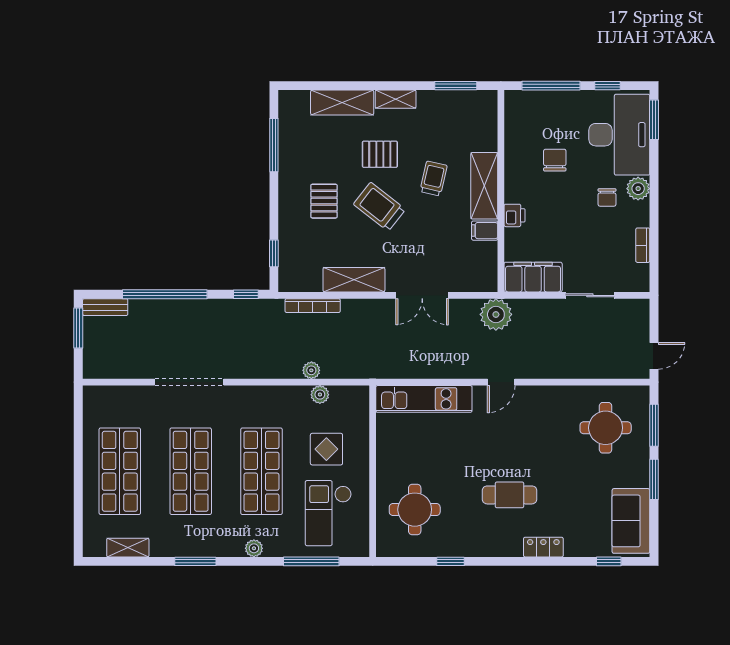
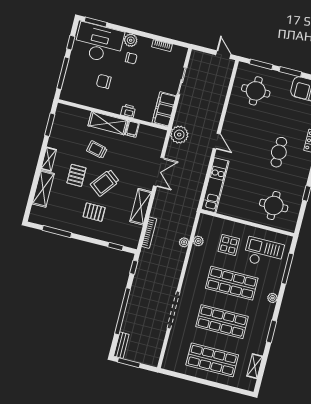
checkout: (328, 513) -> (264, 253), turned 180

